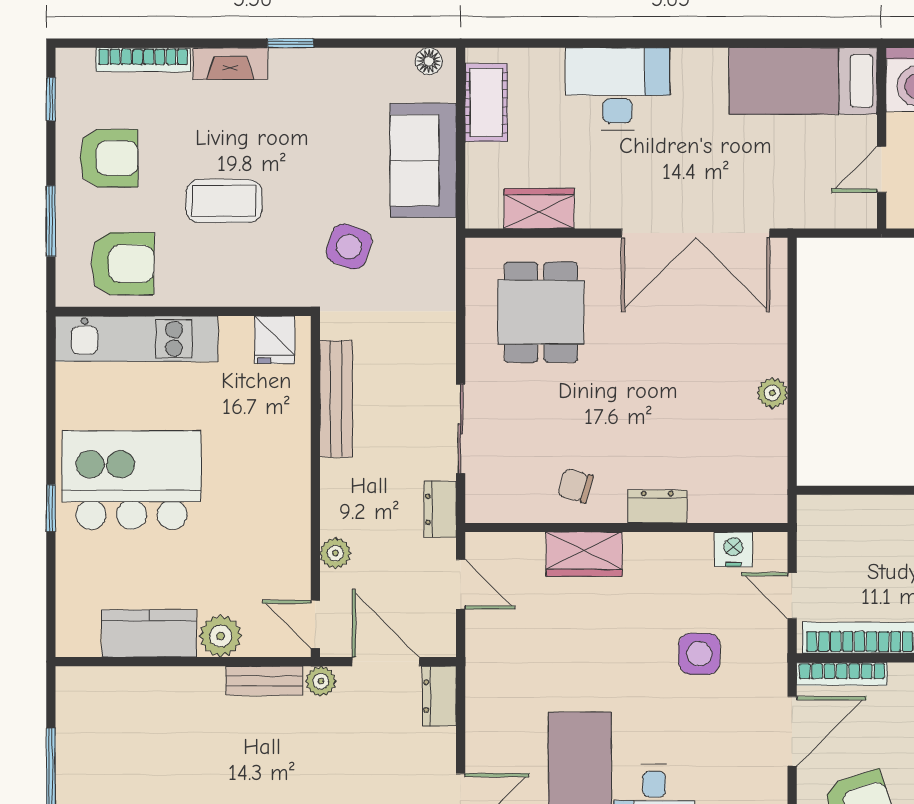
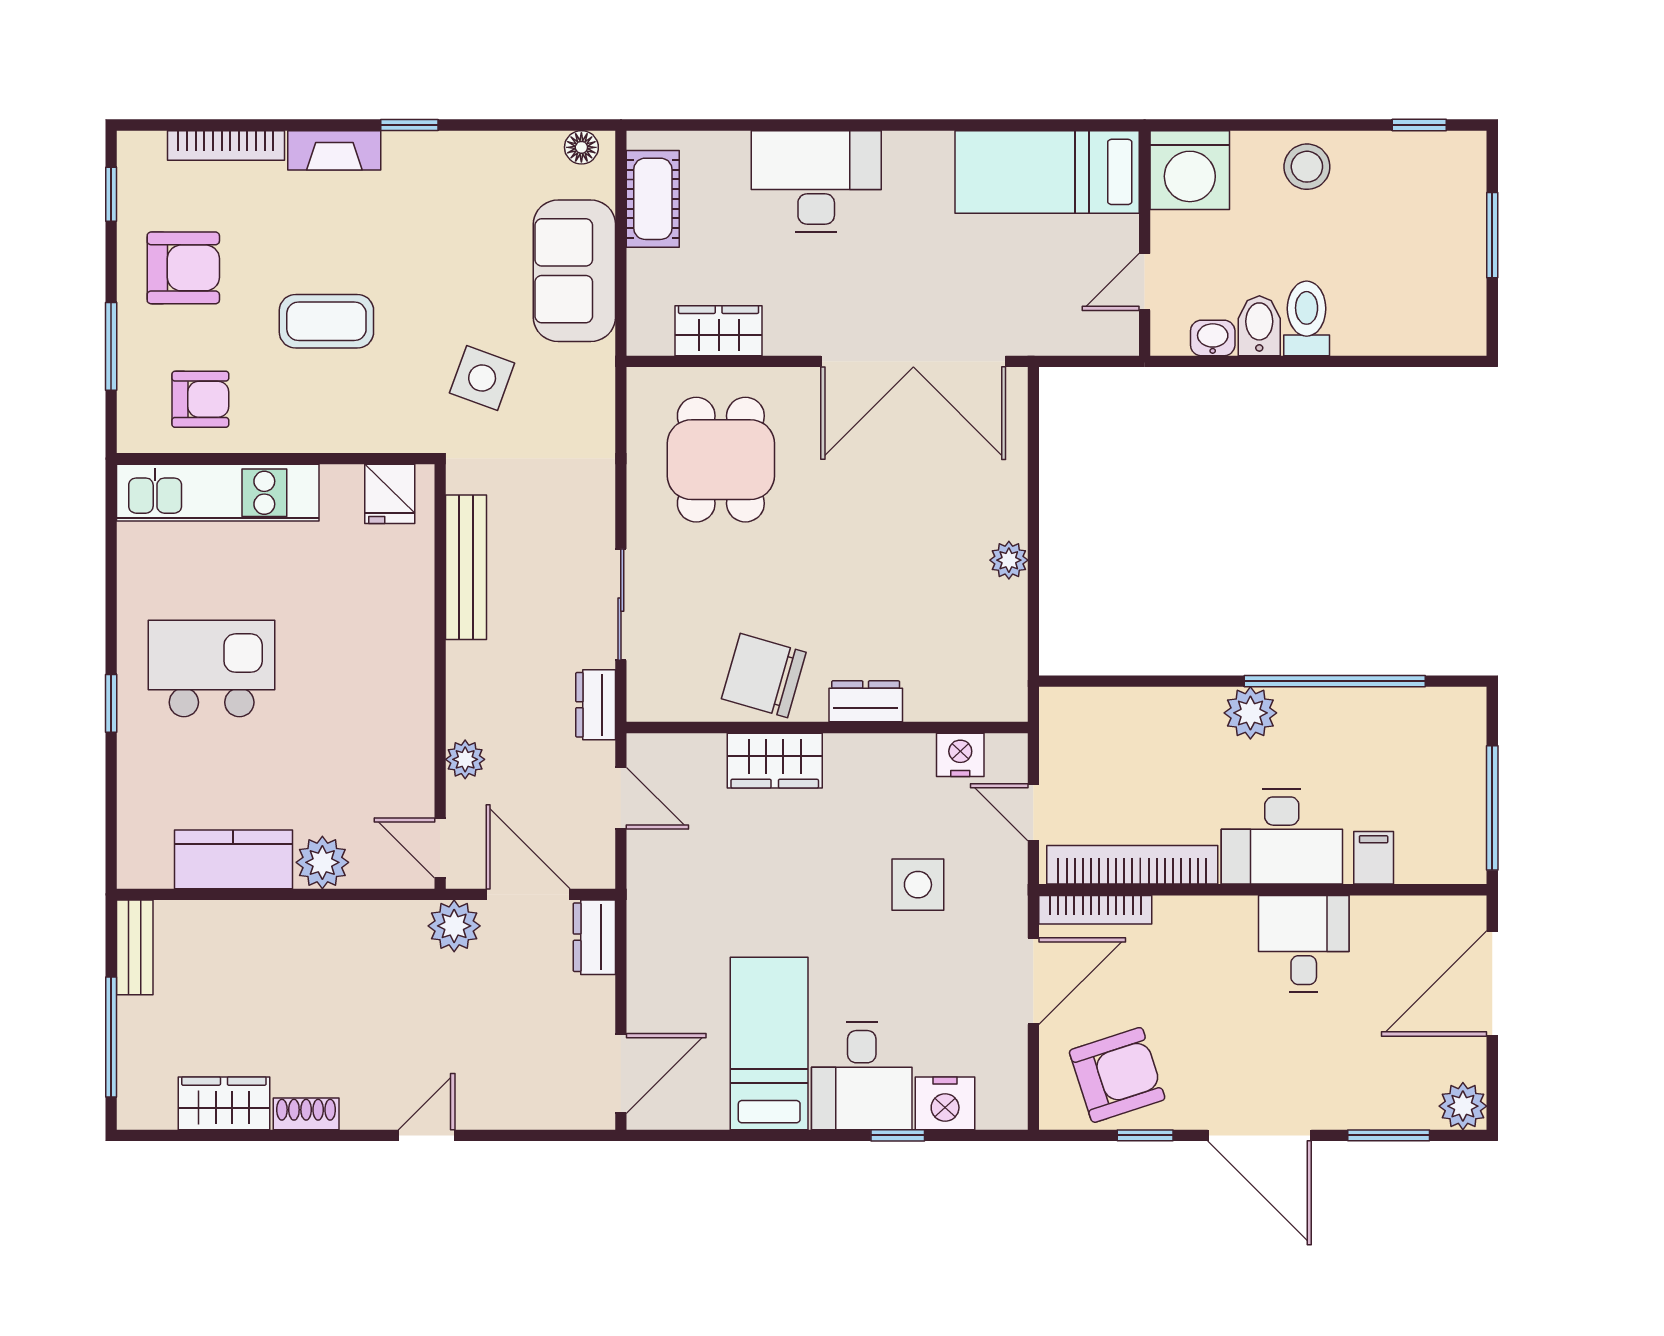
armchair: (123, 264) -> (200, 399), width x0.72, depth x0.72
kitchen island: (132, 480) -> (212, 669), width x0.73, depth x0.78
chair: (575, 486) -> (764, 676), width x1.87, depth x1.87
bench: (264, 681) -> (135, 947), moved, turned 90
plant: (321, 681) -> (454, 926), width x1.38, depth x1.38

